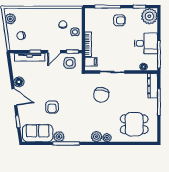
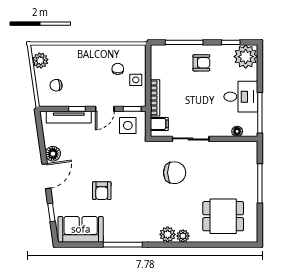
dresser: (153, 86) -> (250, 159), removed
chair: (101, 95) -> (175, 173), turned -99
door: (14, 97) -> (46, 176), hinge flipped
plant: (59, 137) -> (112, 235), removed

